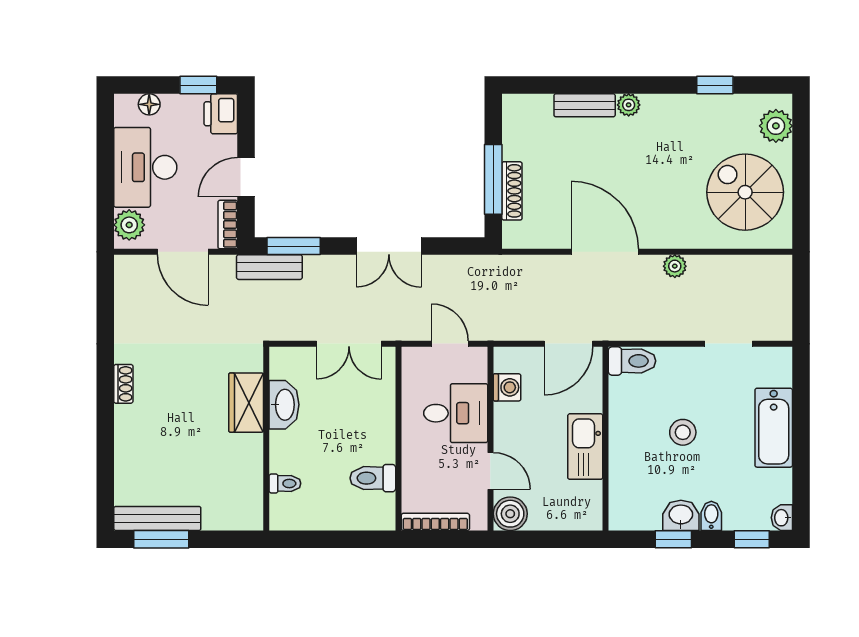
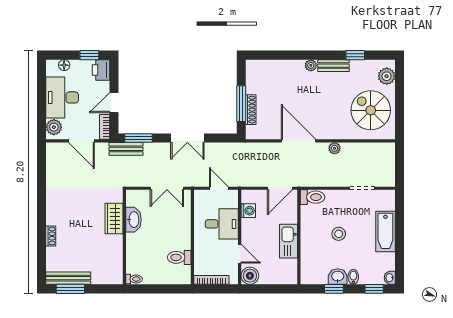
bench: (585, 105) -> (333, 66), moved
shoe rack: (123, 384) -> (51, 236), moved
toilet: (285, 483) -> (134, 279), moved

